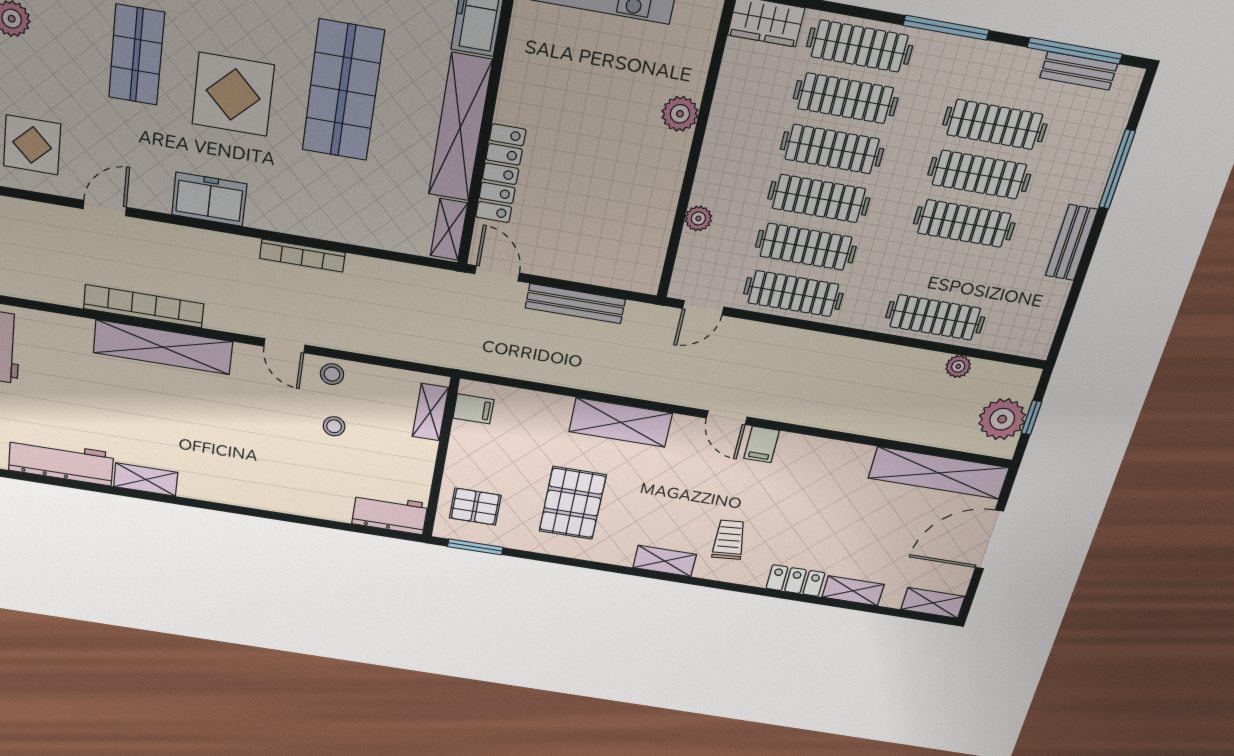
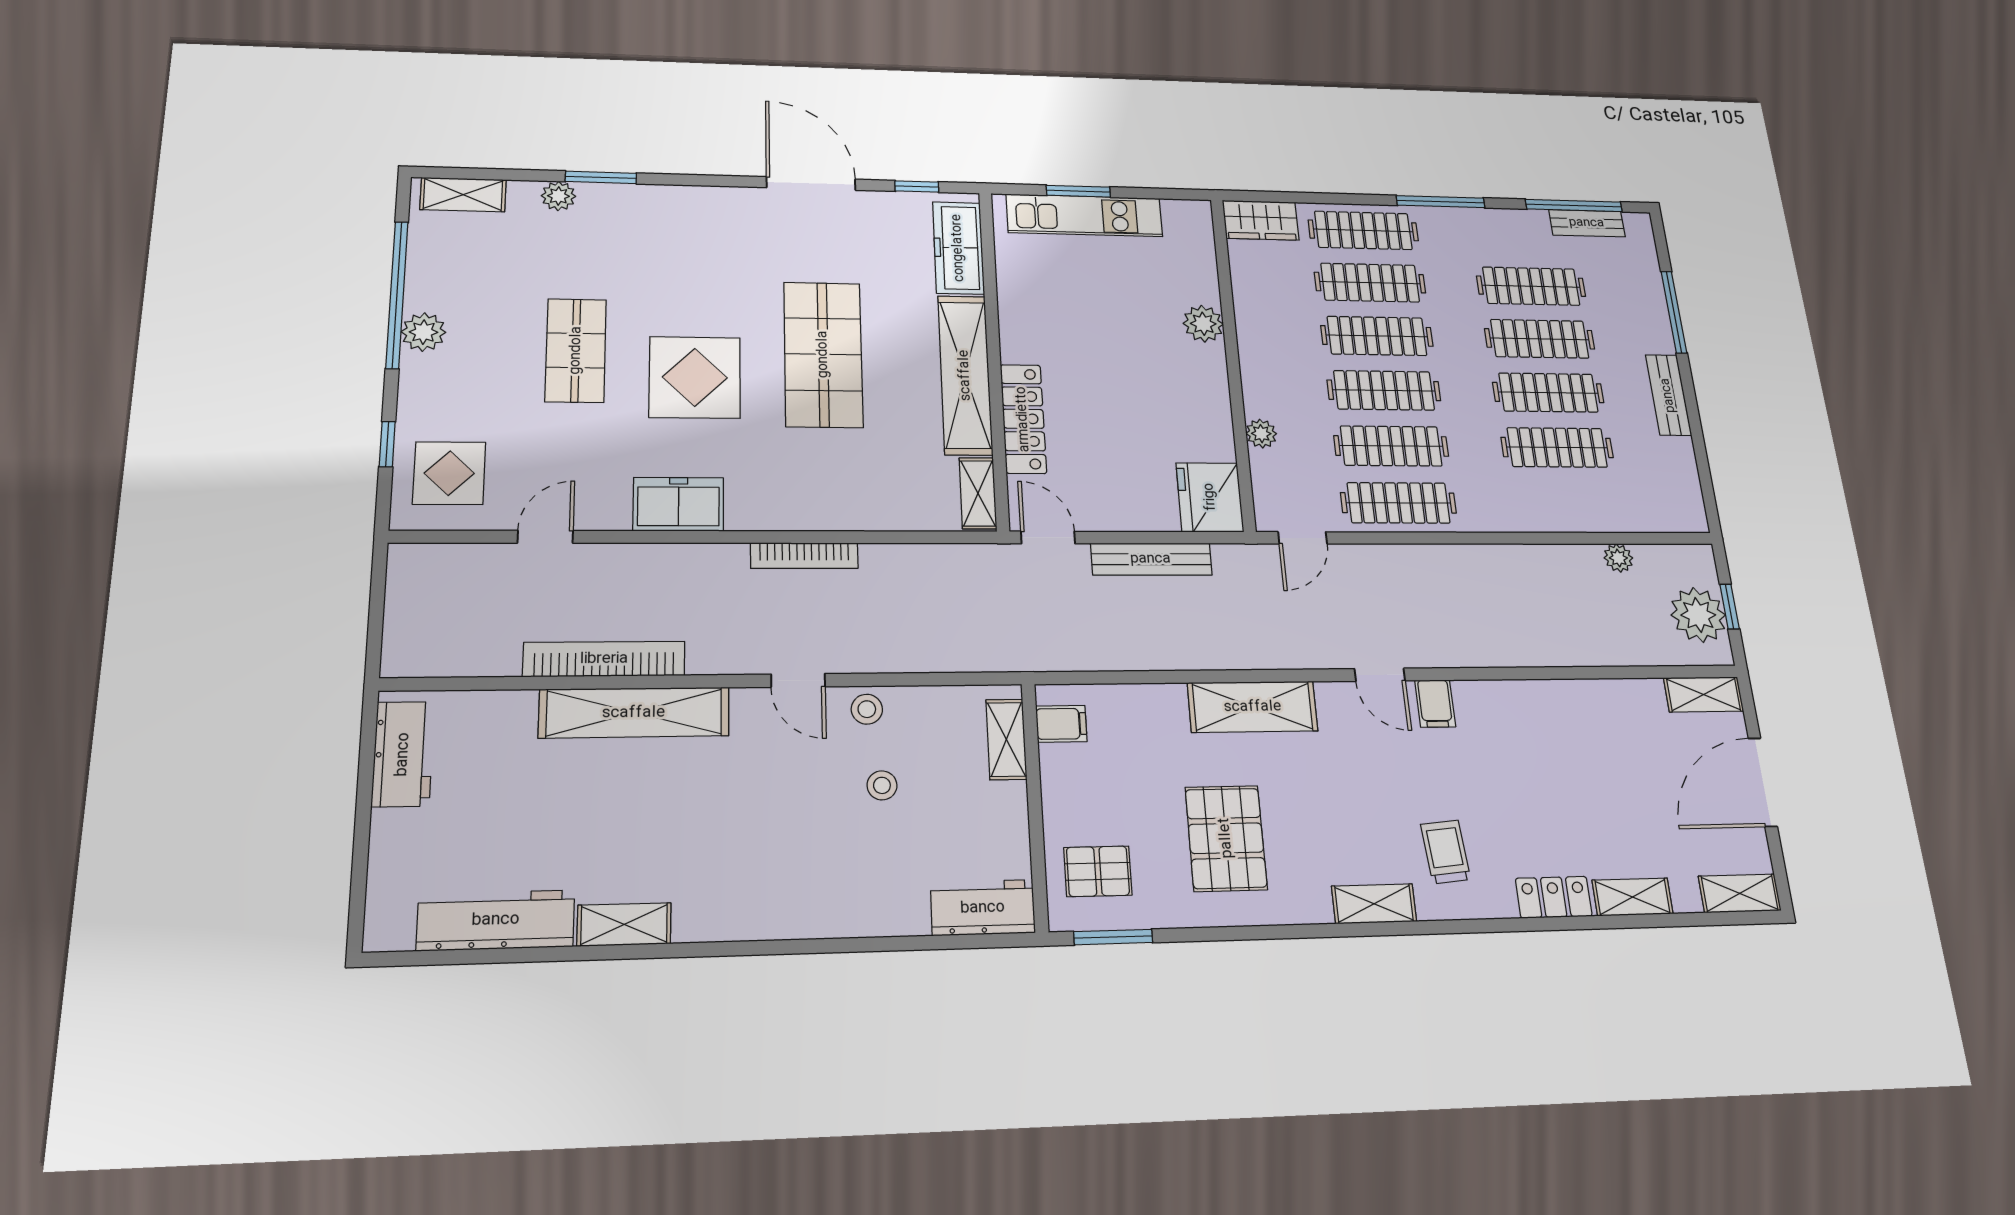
fridge: (638, 264) -> (1210, 497), added
clothes rail: (935, 317) -> (1557, 447), moved
shelving: (939, 473) -> (1703, 694), width x0.45, depth x0.75

